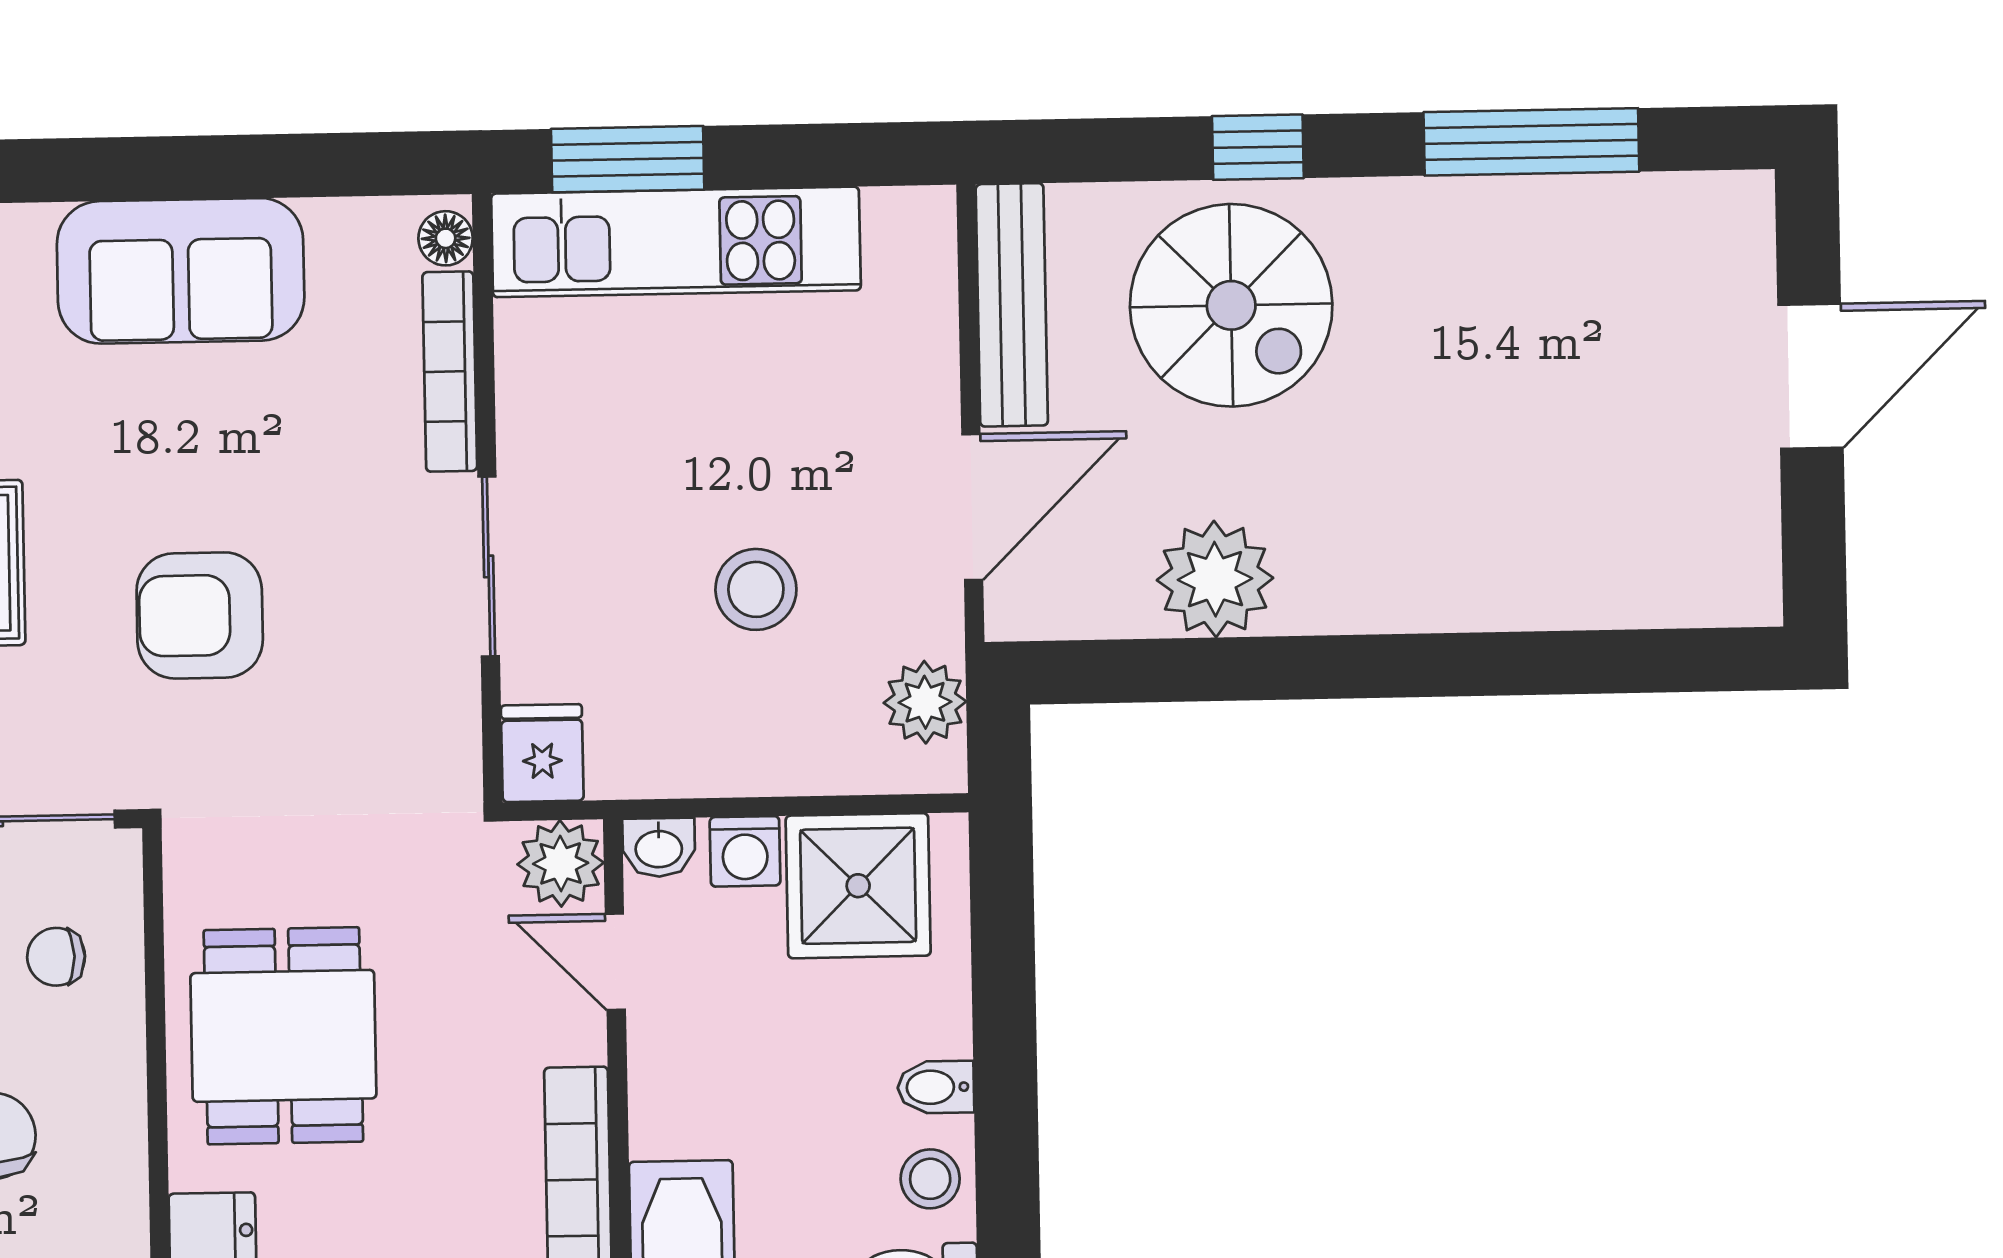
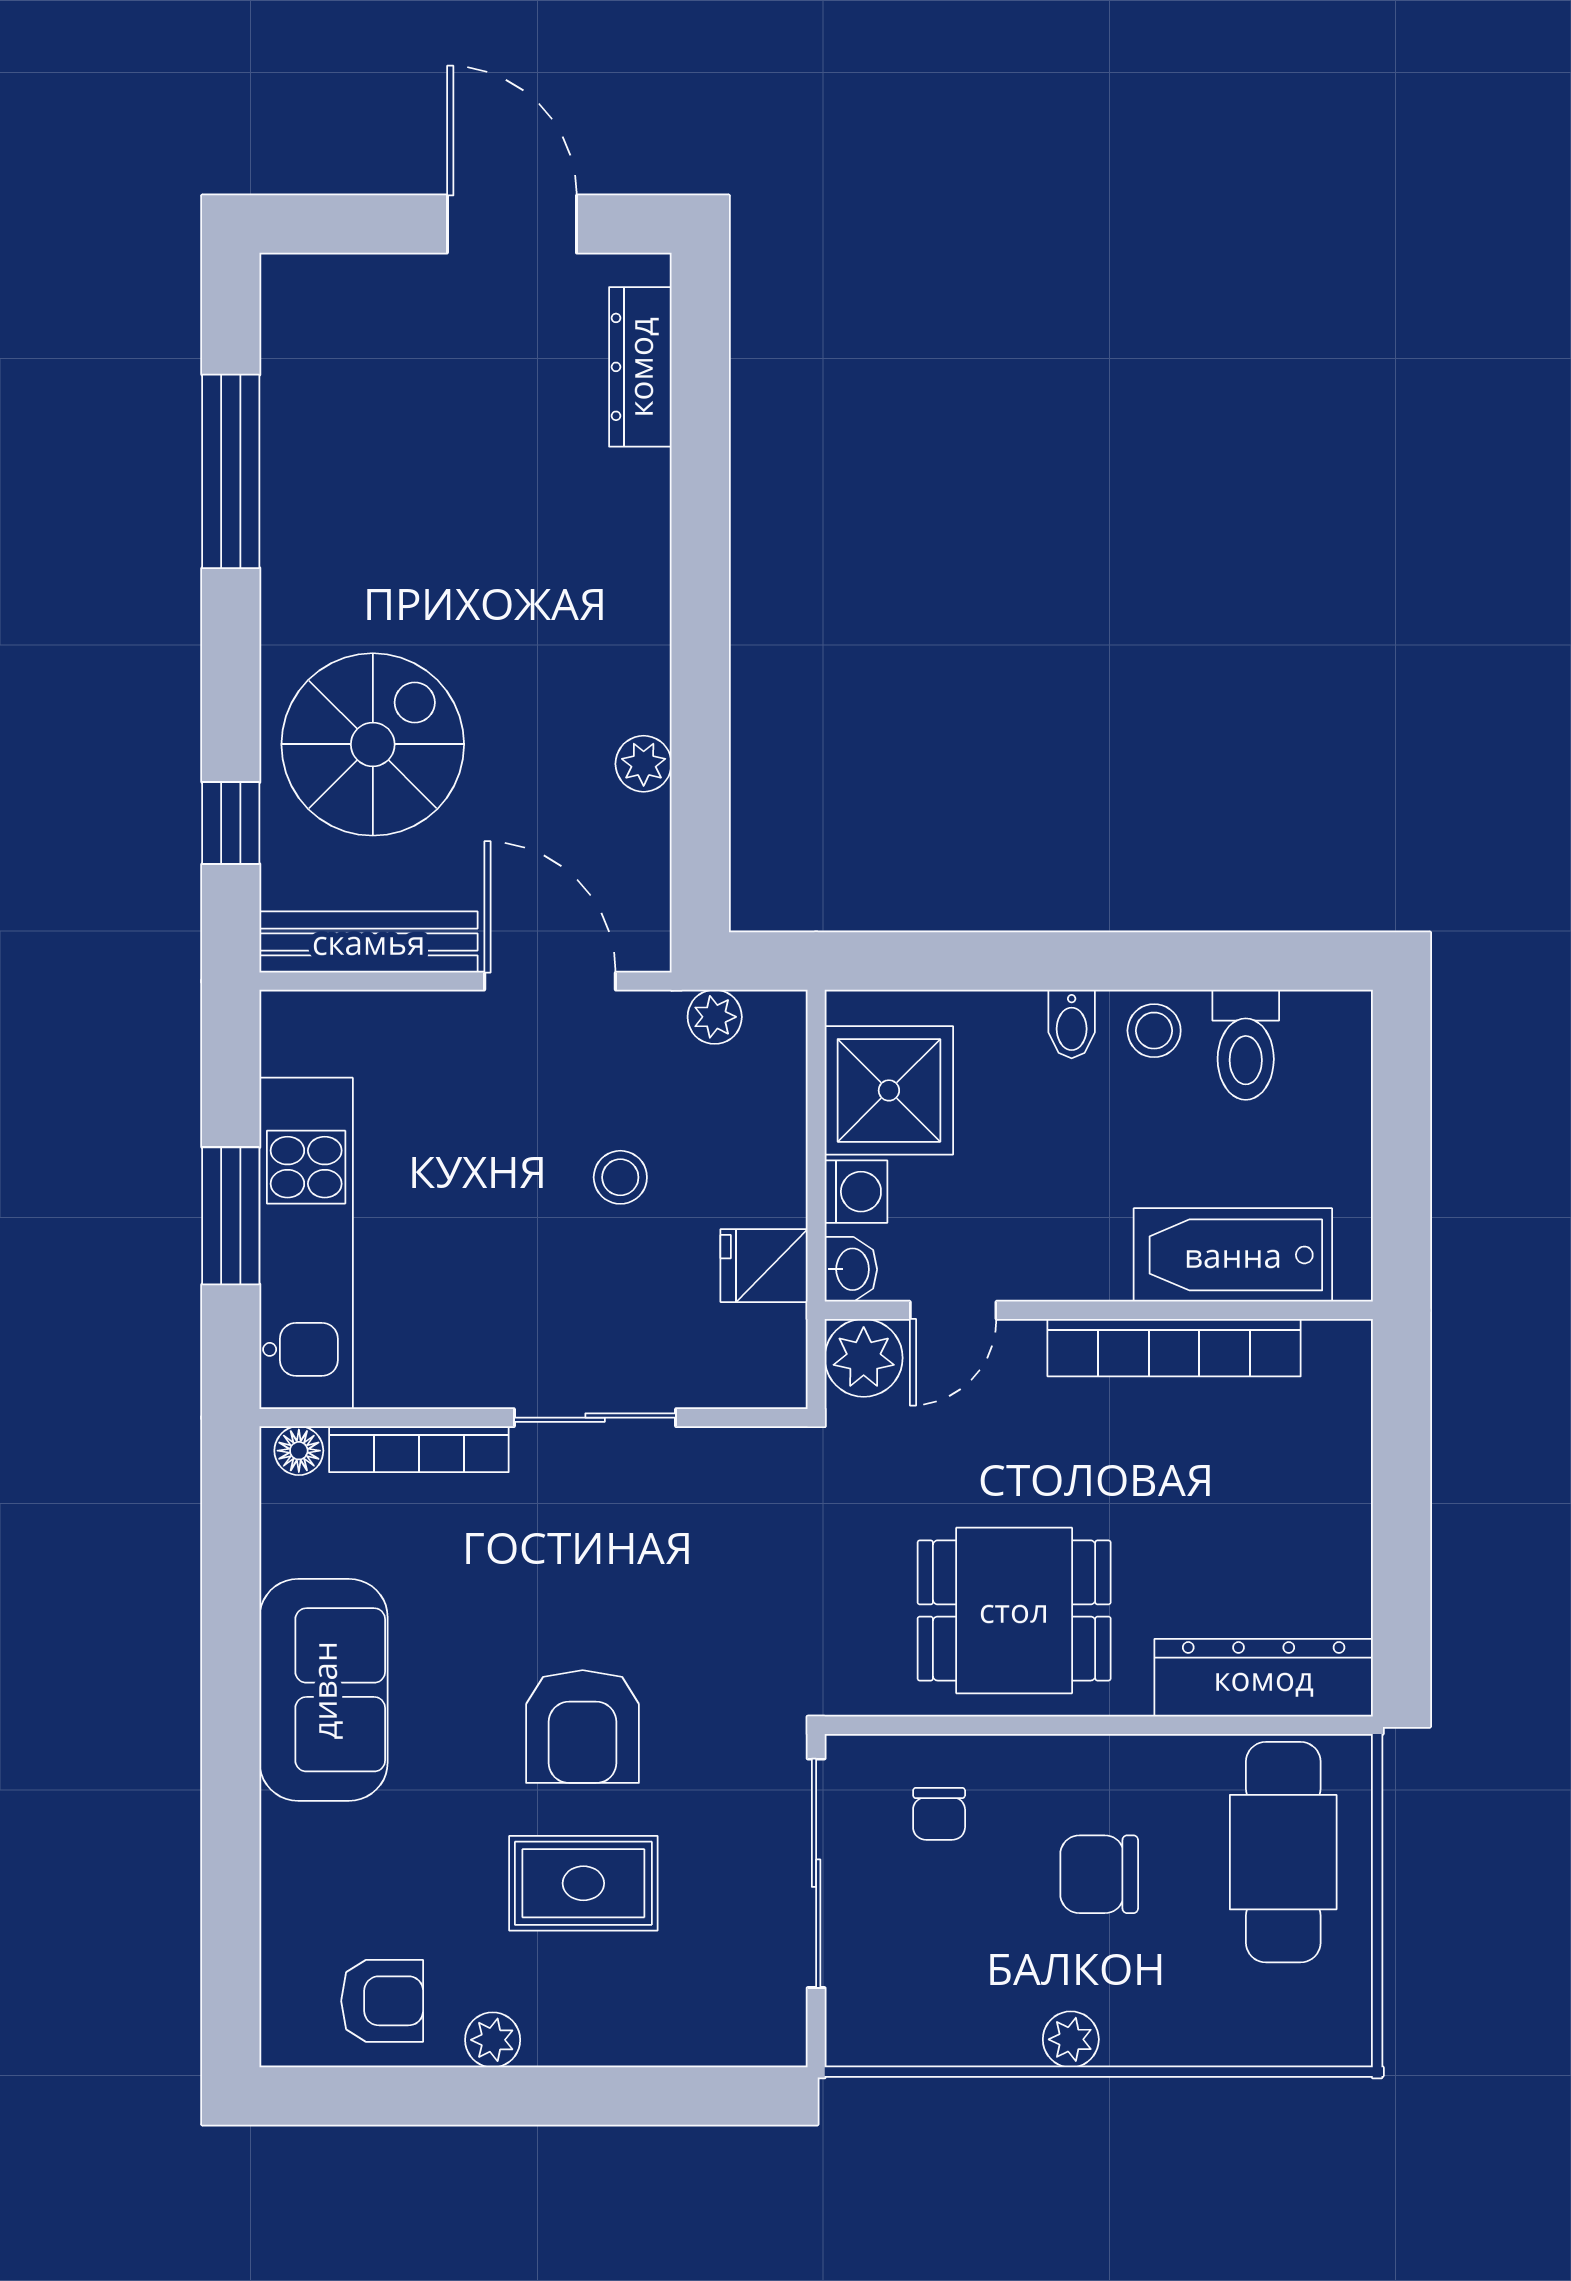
window: (1258, 147) -> (231, 823), moved
window: (628, 159) -> (231, 1216), moved
door: (1810, 376) -> (512, 224), moved
plant: (1215, 579) -> (644, 764), width x0.53, depth x0.53
stool: (756, 589) -> (620, 1177), width x0.73, depth x0.73
dresser: (1656, 594) -> (640, 367), added
armchair: (200, 615) -> (583, 1727), moved
plant: (925, 702) -> (715, 1017), width x0.73, depth x0.73
fridge: (542, 753) -> (764, 1266), moved

